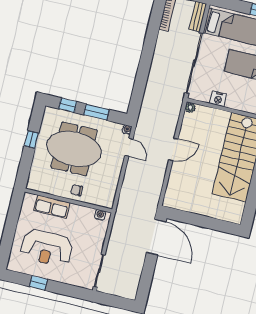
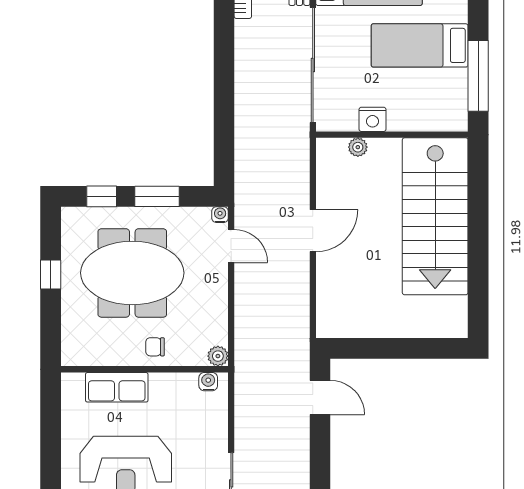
plant: (190, 108) -> (358, 147), moved
plant: (108, 203) -> (218, 356), added
door: (156, 237) -> (320, 397), width x0.53

